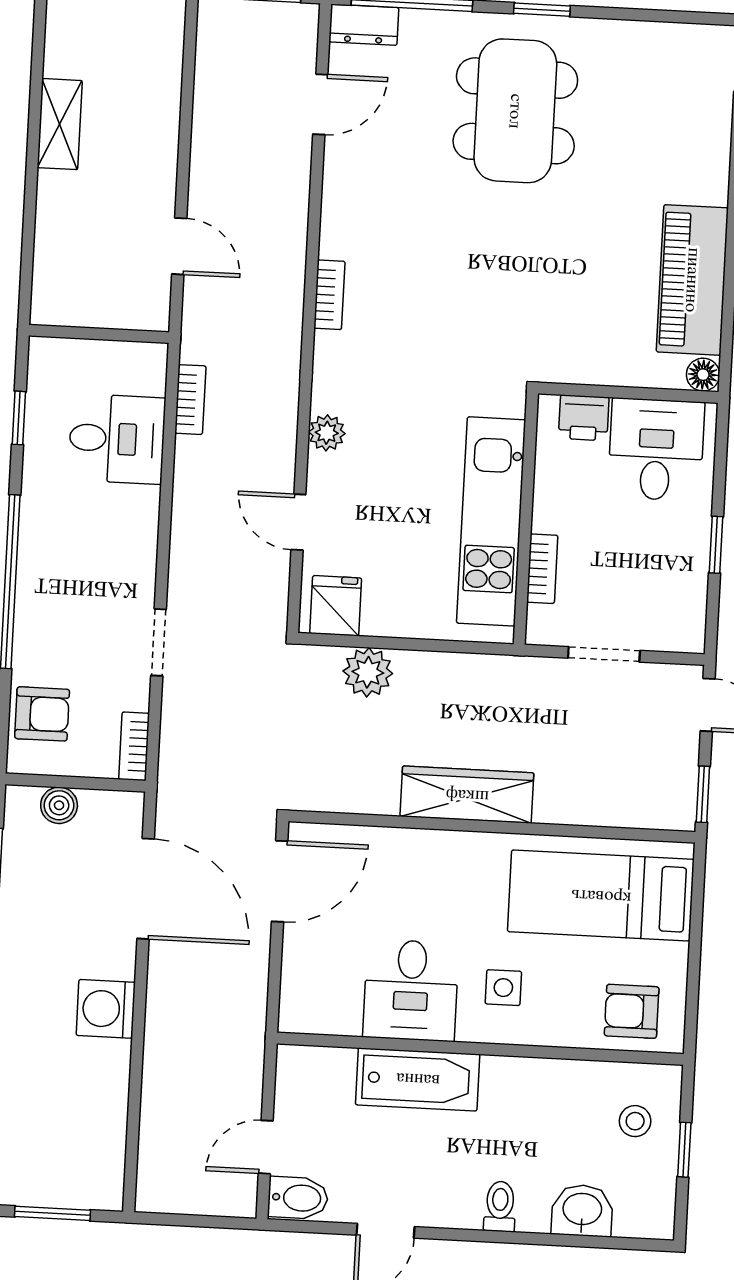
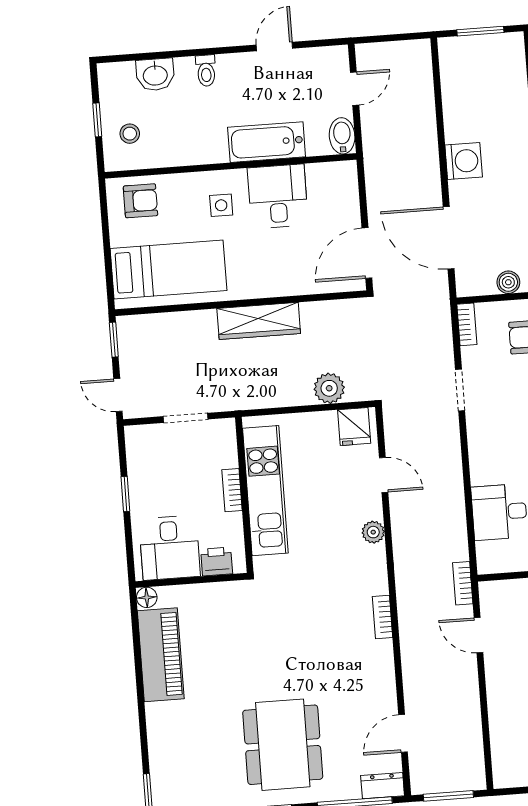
bookcase: (190, 400) -> (463, 583), moved
bookcase: (542, 569) -> (232, 490), moved
bidet: (298, 1198) -> (342, 136), moved, turned 90

